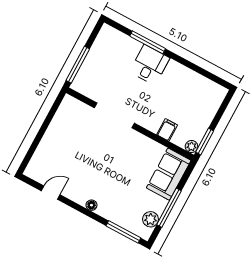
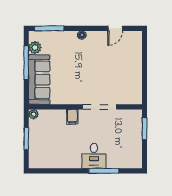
window: (78, 65) -> (145, 129), width x0.69
filing cabinet: (167, 130) -> (72, 117), moved
window: (205, 141) -> (26, 139), moved
sofa: (169, 174) -> (39, 80), width x1.36

